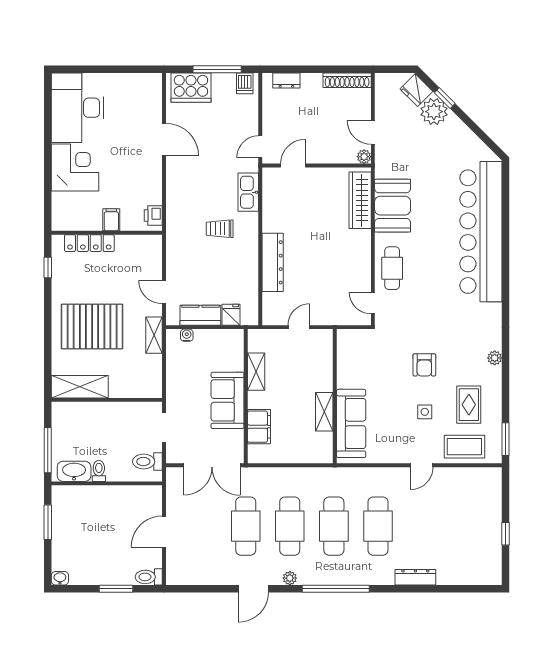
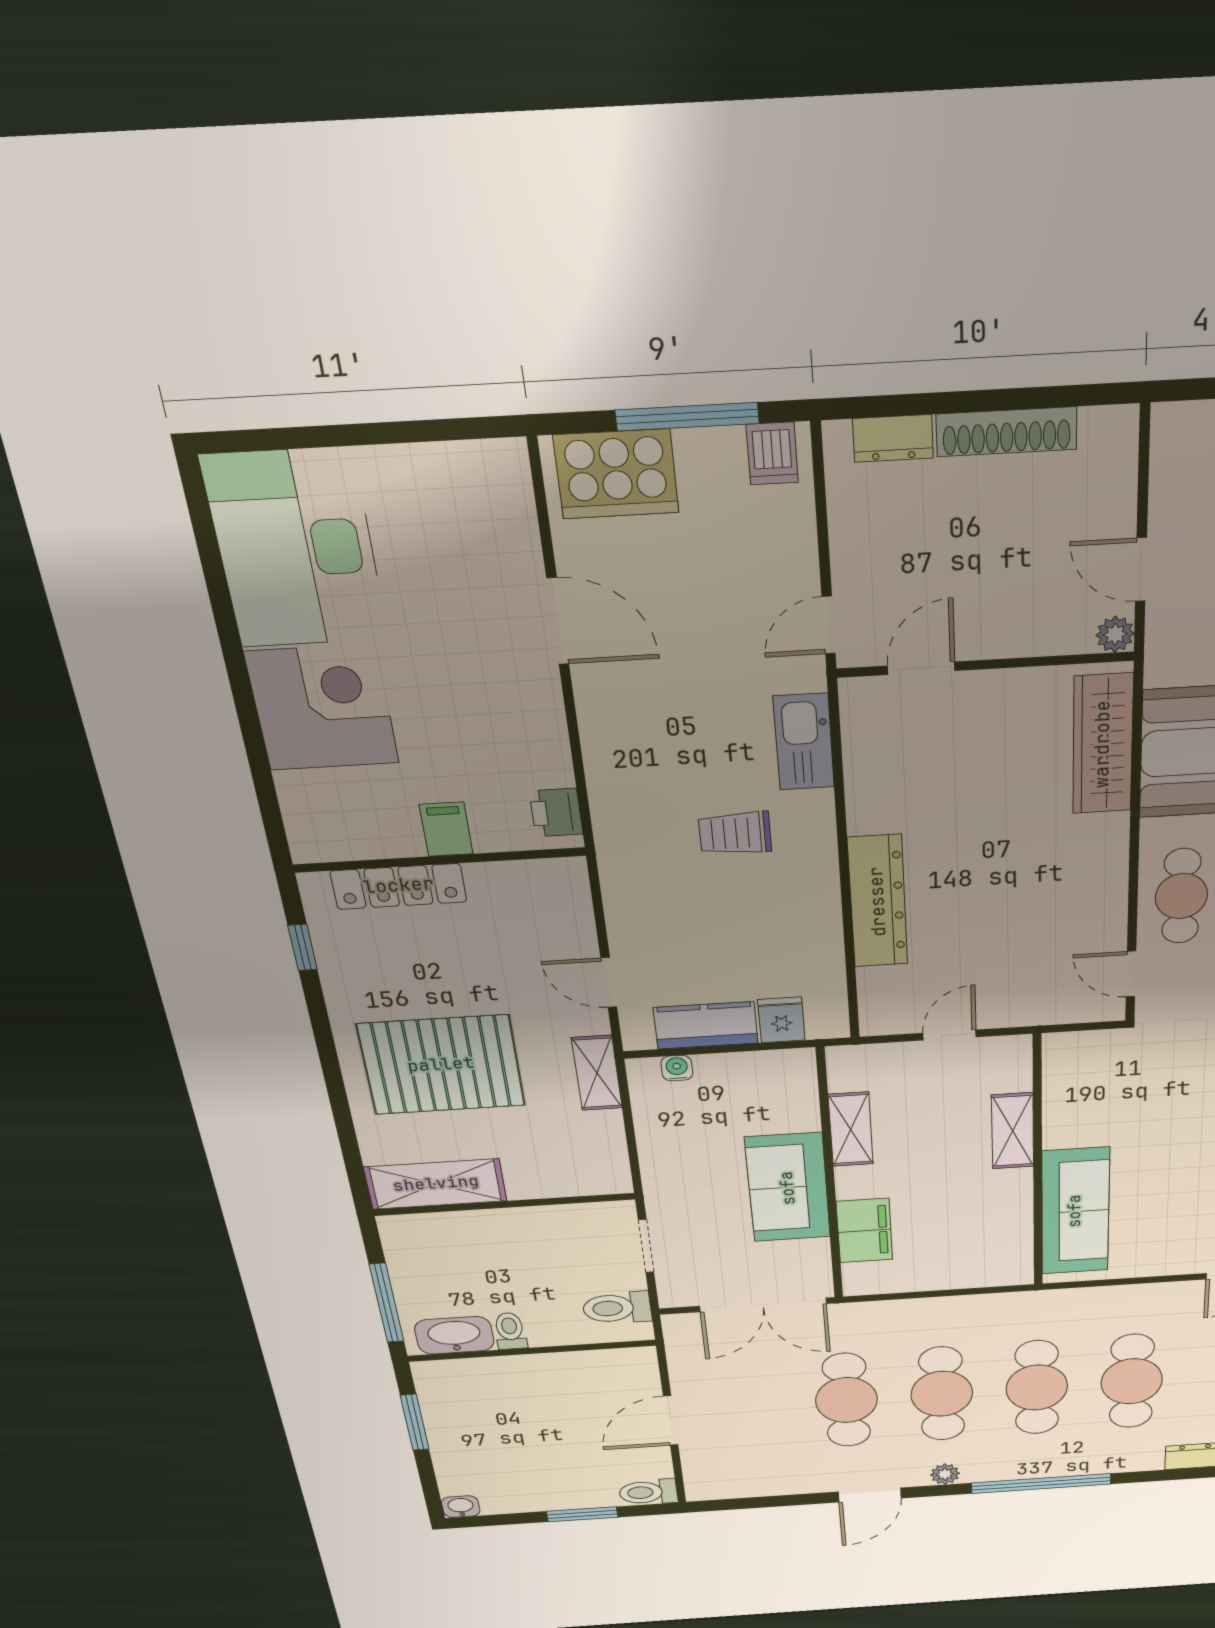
shoe rack: (347, 80) -> (1007, 432), moved
shelving: (324, 412) -> (1013, 1131), moved

